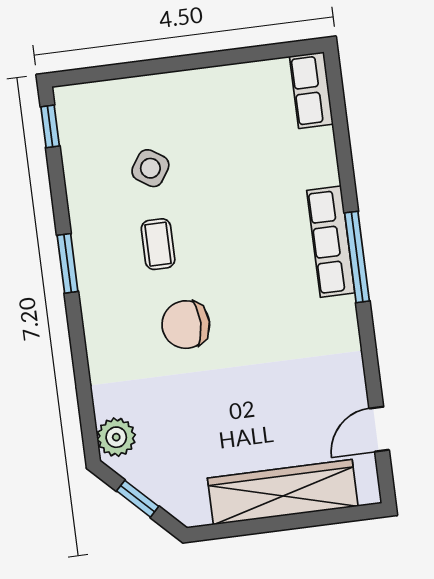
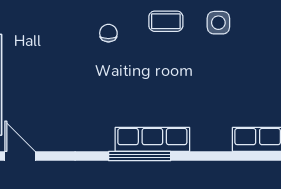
side table: (150, 168) -> (218, 23), turned -33
chair: (186, 325) -> (108, 33), width x0.54, depth x0.54

